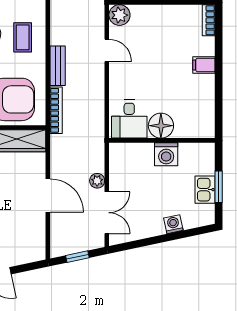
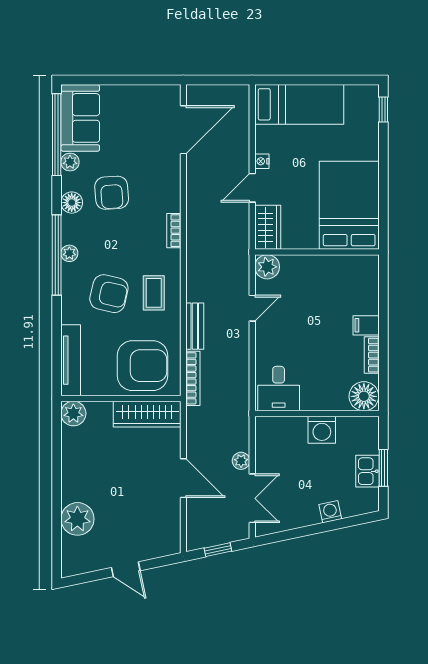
bookcase: (209, 20) -> (372, 355), moved
door: (107, 50) -> (252, 308), hinge flipped
floor lamp: (161, 126) -> (364, 396), moved

